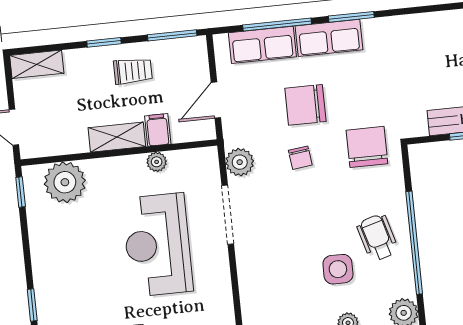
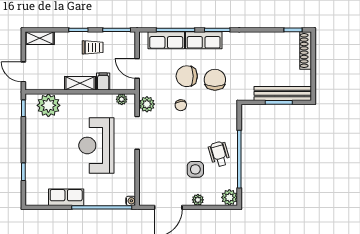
door: (216, 100) -> (137, 68), hinge flipped
chair: (367, 147) -> (215, 80), moved
plant: (157, 162) -> (122, 99), moved

